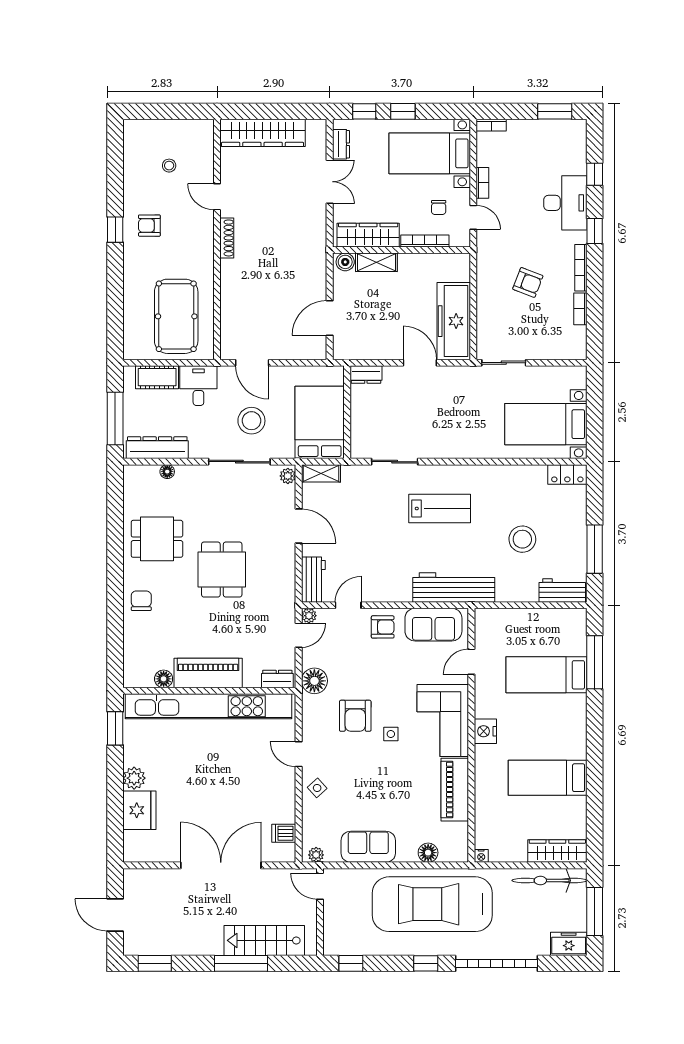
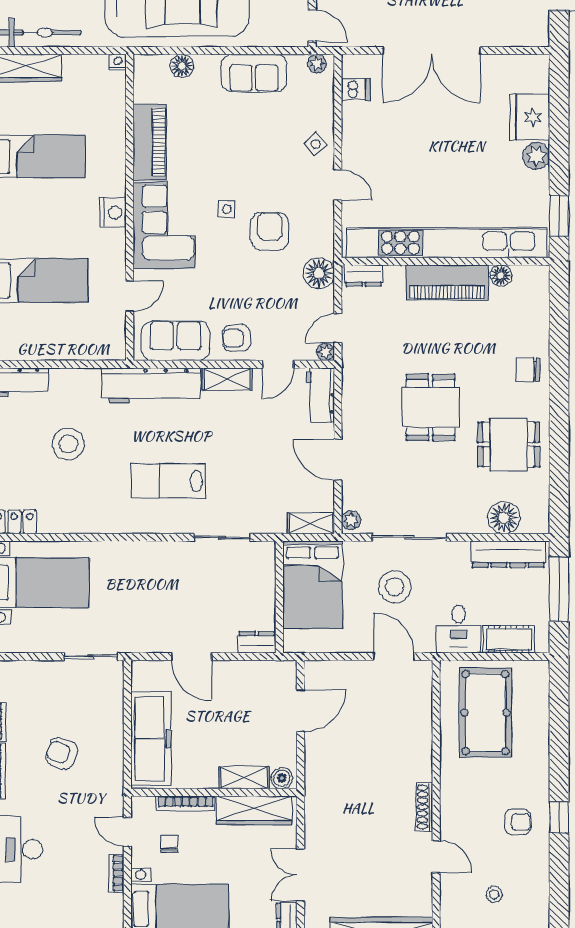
freezer: (454, 321) -> (151, 739), moved
floor lamp: (167, 472) -> (504, 518), width x1.89, depth x1.89
shelving: (391, 593) -> (227, 379), added
chair: (141, 601) -> (528, 370), turned 90

